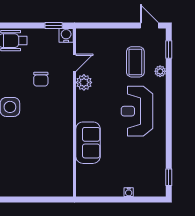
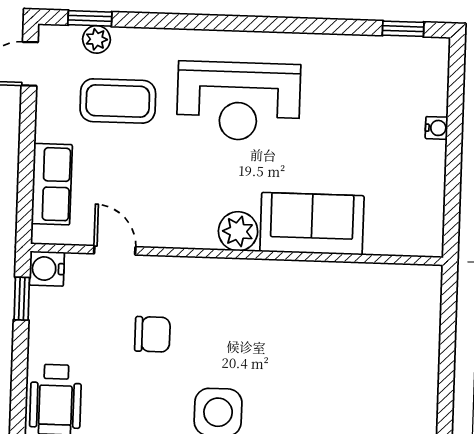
row of seats: (101, 36) -> (52, 184), added
plant: (160, 71) -> (96, 39), moved
plant: (84, 82) -> (238, 231), moved

